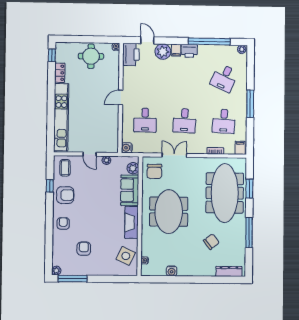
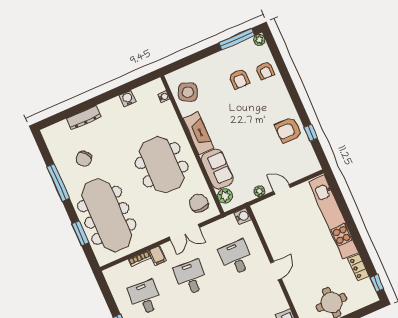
filing cabinet: (240, 148) -> (157, 255), moved
coffee table: (65, 168) -> (303, 161), removed
armchair: (63, 223) -> (265, 71), moved
chair: (211, 242) -> (84, 159), moved
dresser: (229, 271) -> (84, 118), moved

